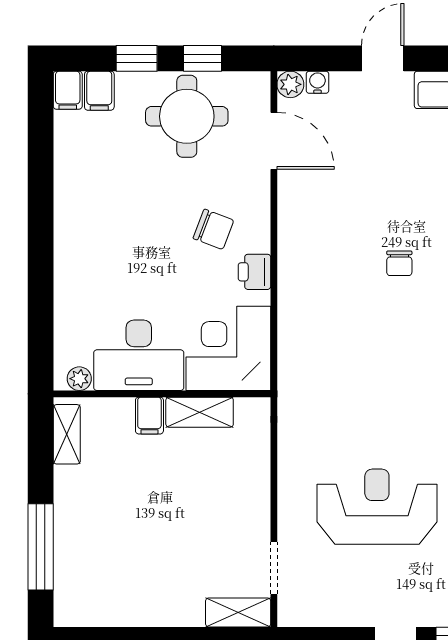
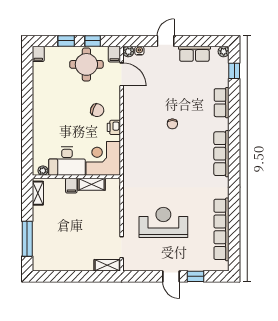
filing cabinet: (99, 91) -> (114, 54), moved

